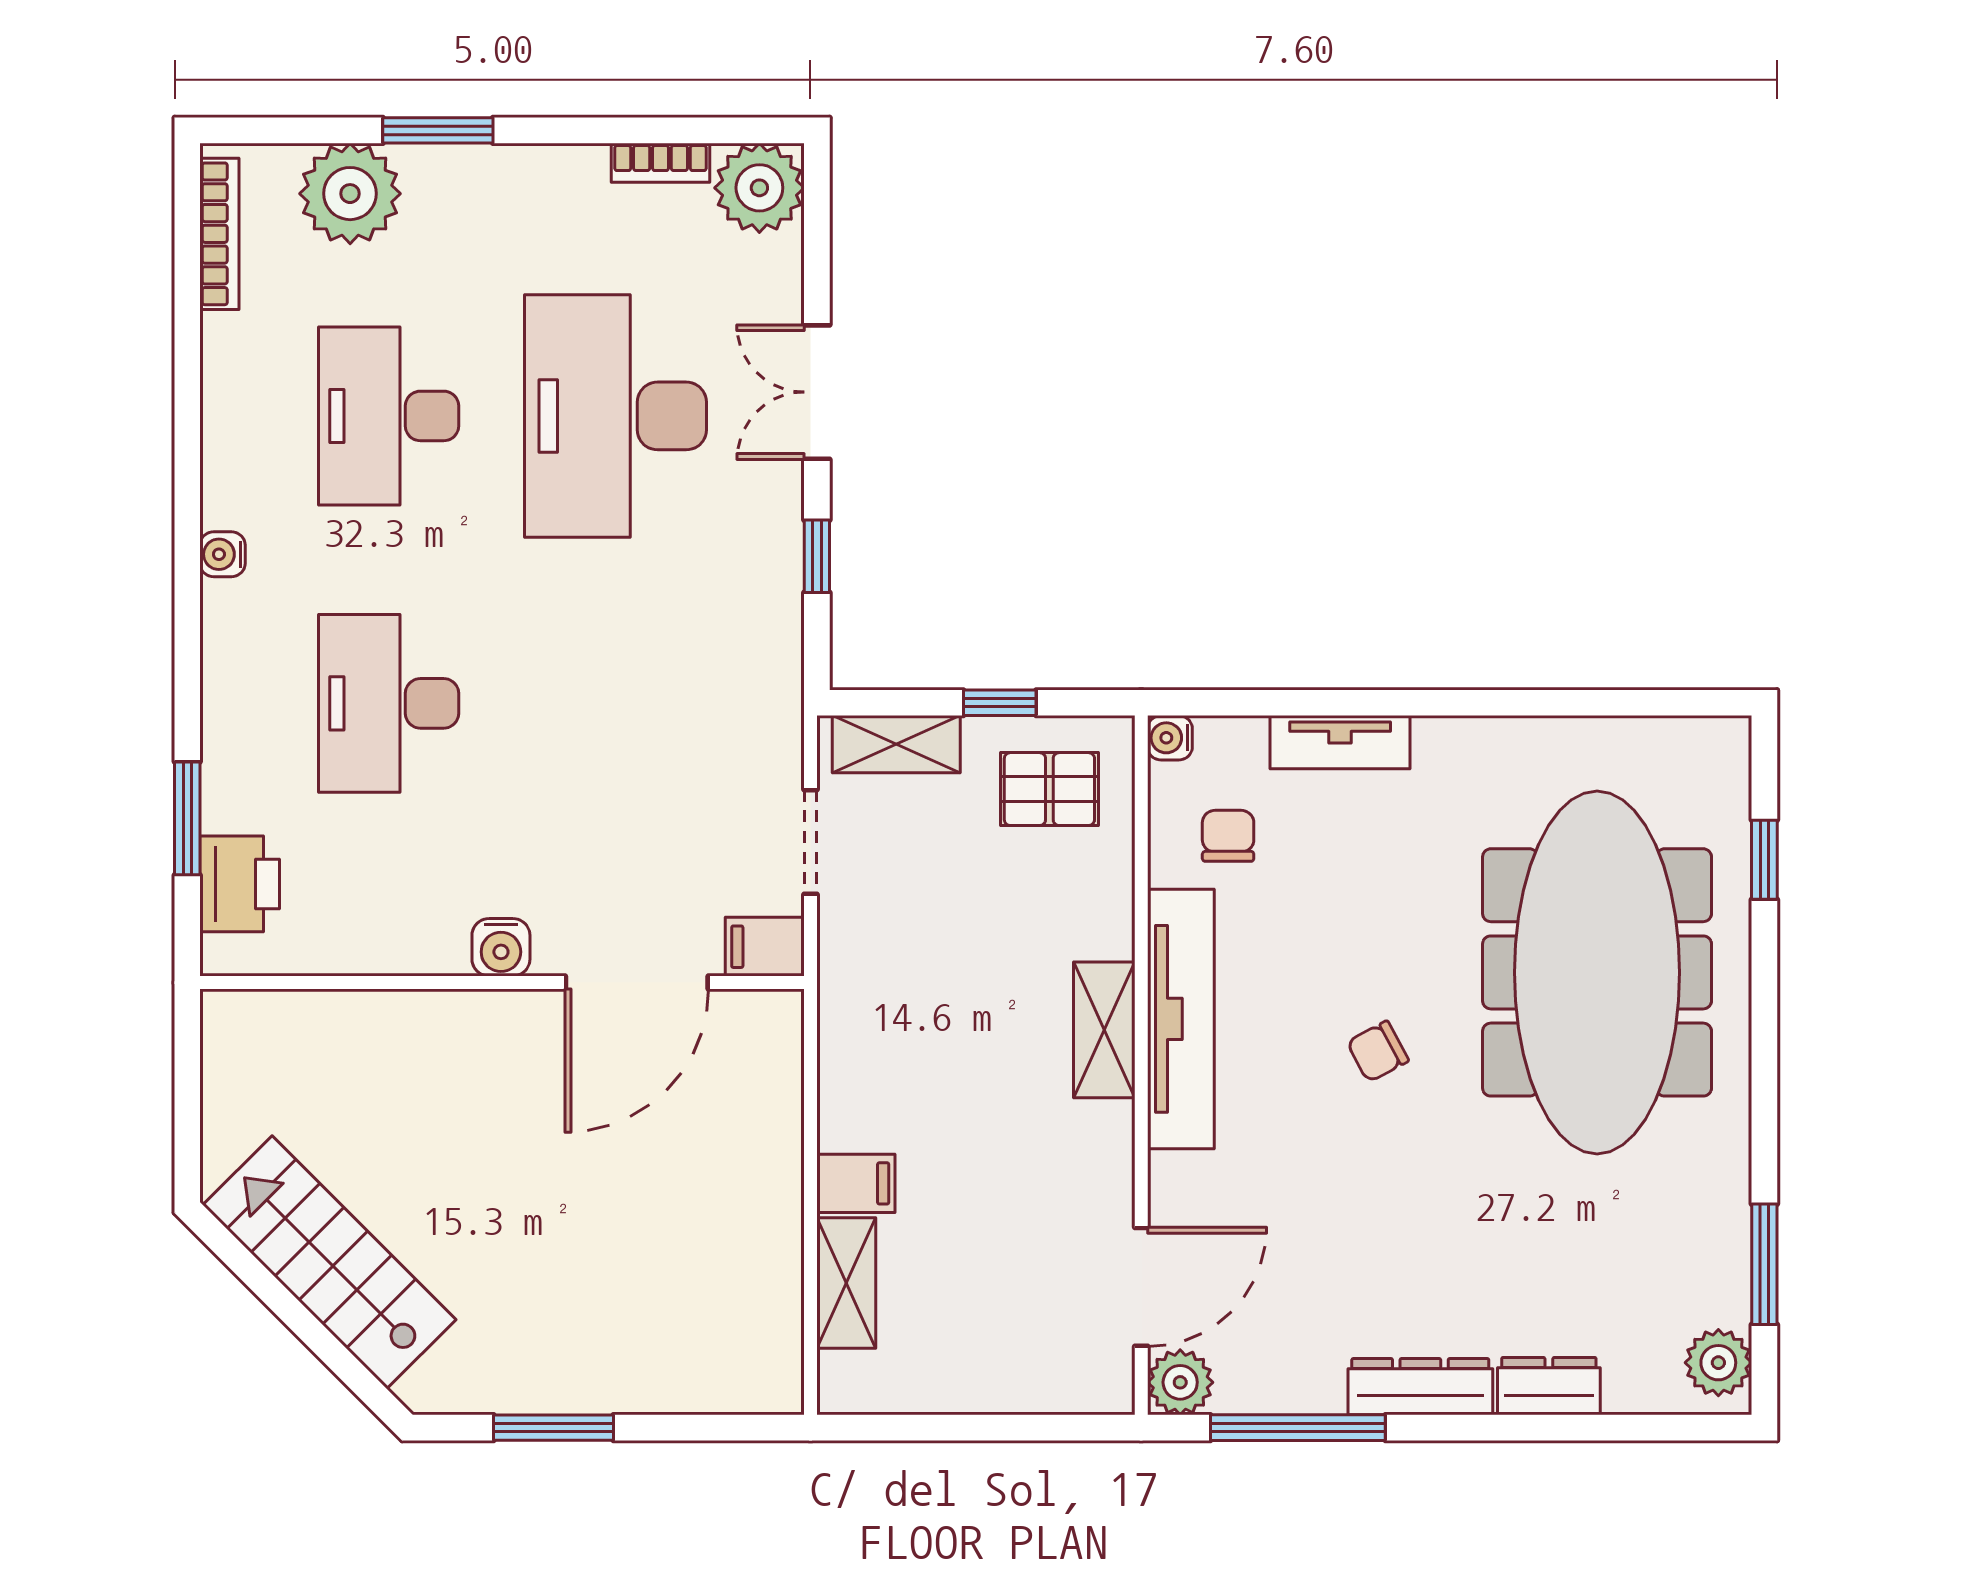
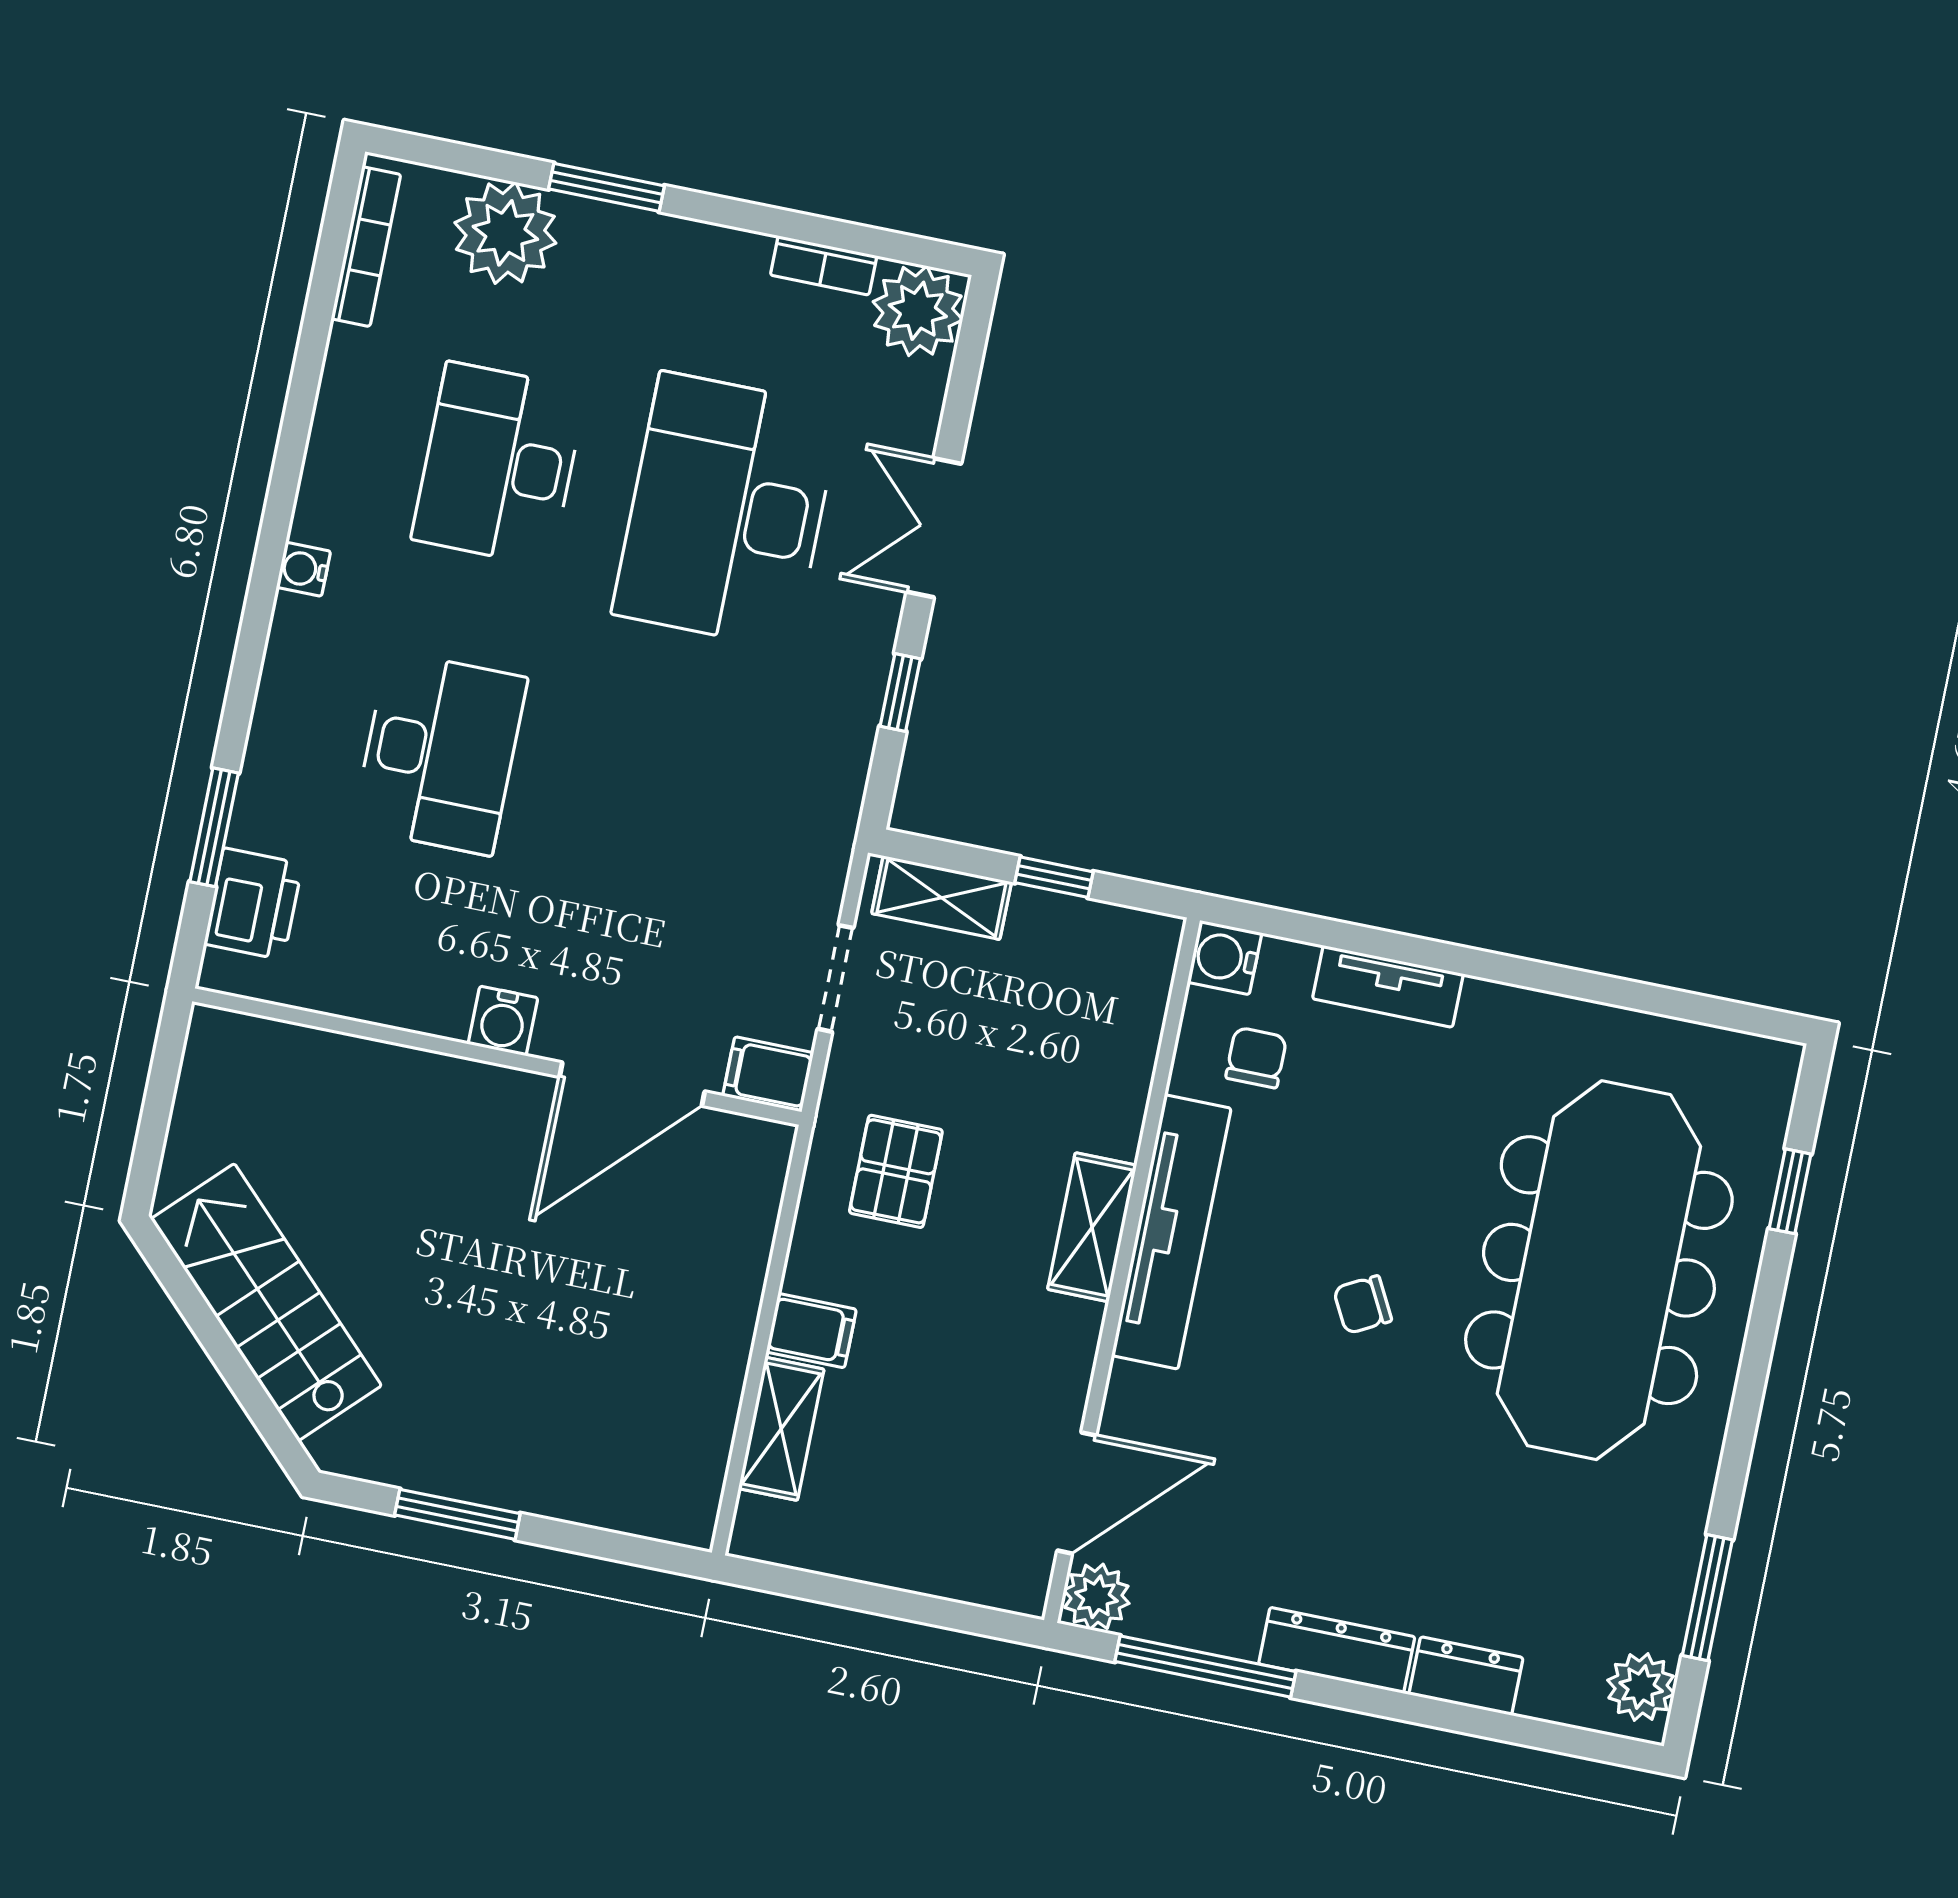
desk: (389, 703) -> (440, 753), turned 180
water cooler: (1170, 738) -> (1225, 957), width x1.38, depth x1.38
pallet: (1049, 789) -> (896, 1171), moved, turned 90

